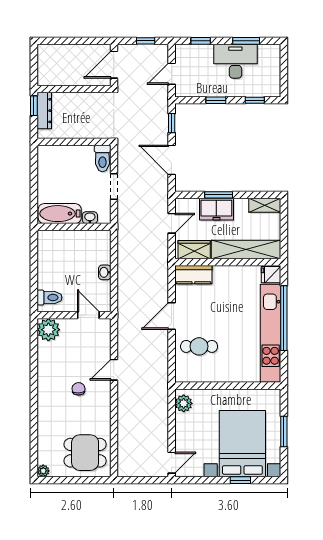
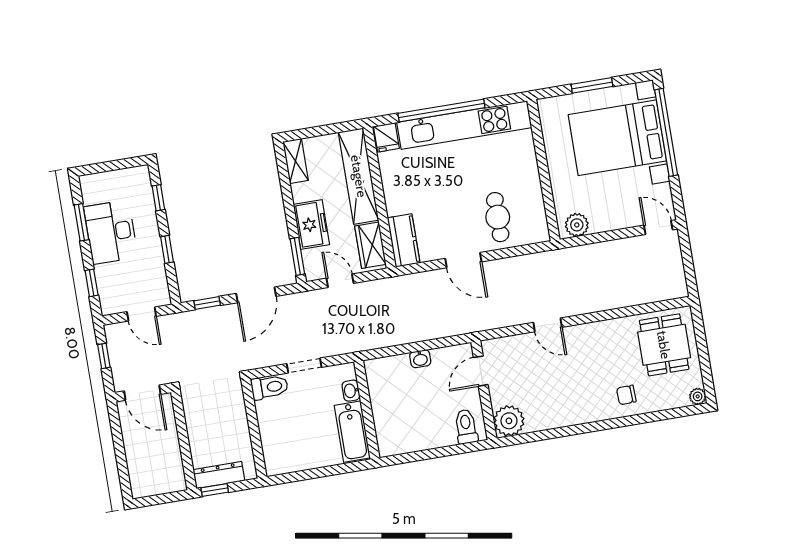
window: (219, 195) -> (297, 256), moved
chair: (78, 389) -> (626, 395), moved
window: (240, 480) -> (666, 132), width x3.17

